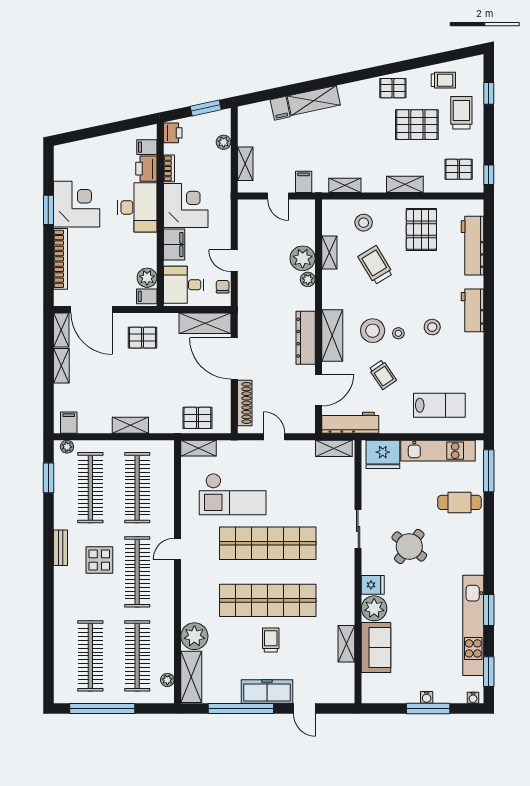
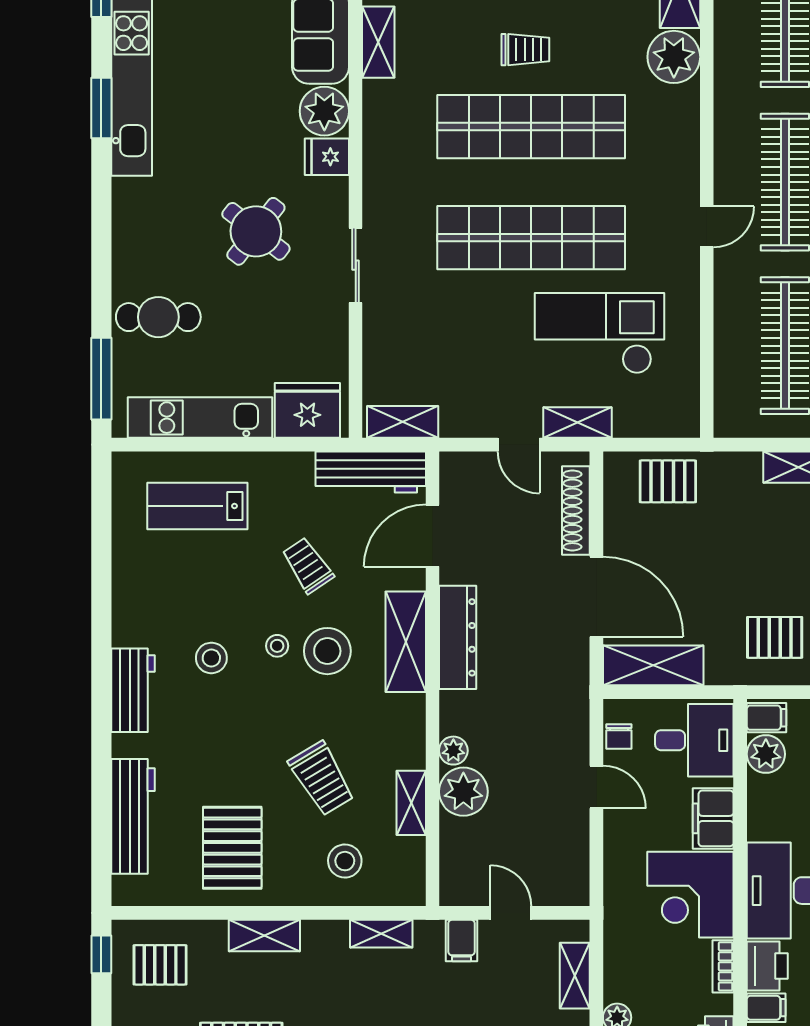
shelving: (198, 448) -> (578, 423), moved
trolley: (271, 640) -> (525, 50), turned -90

